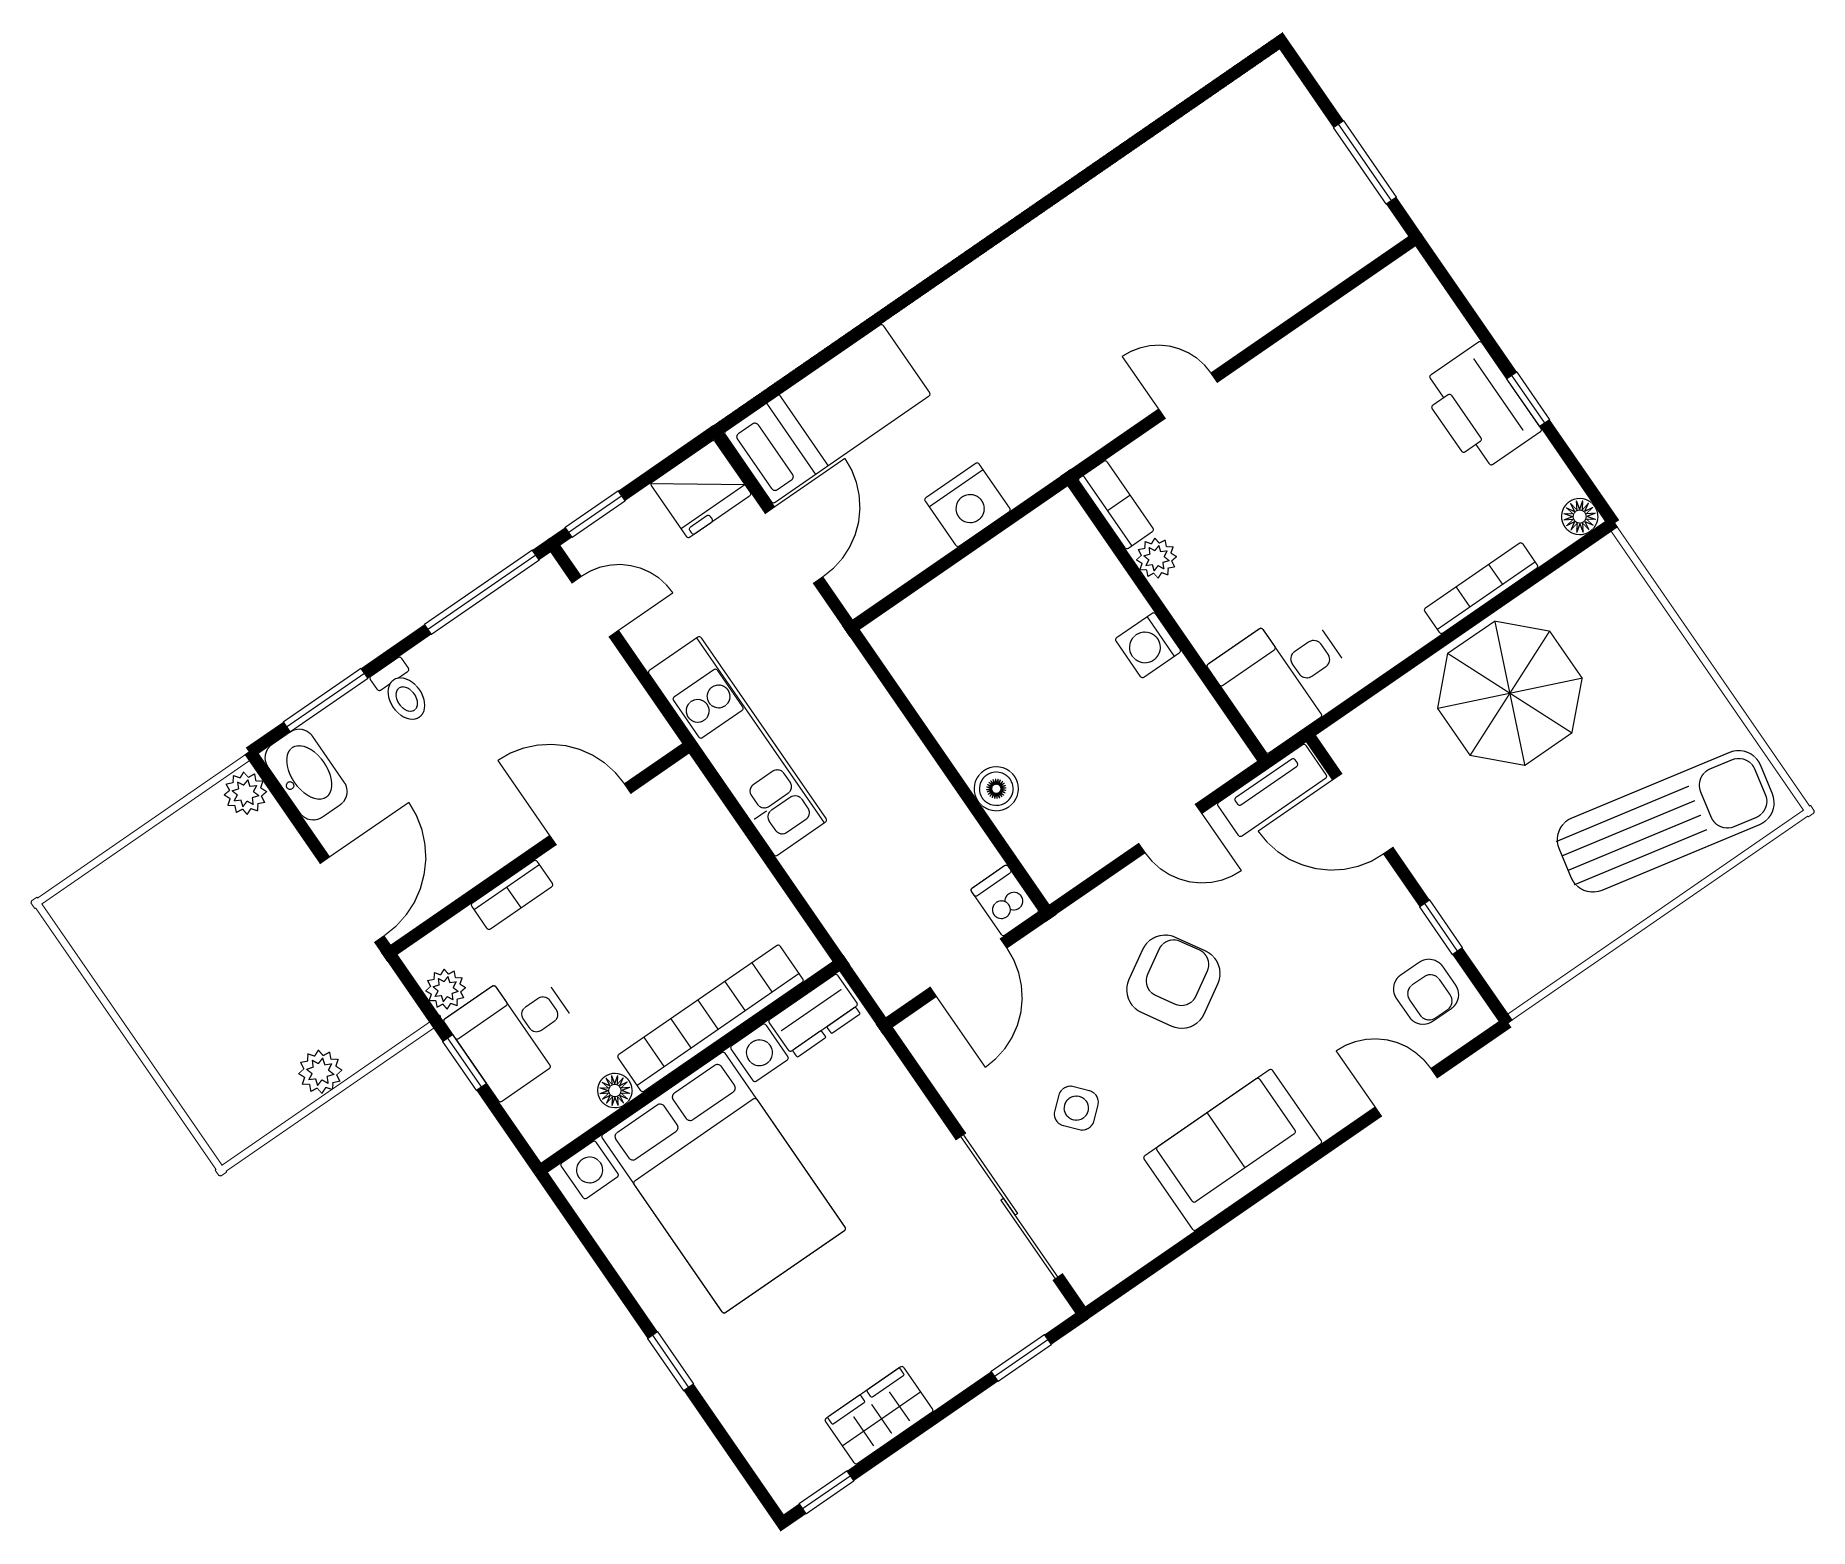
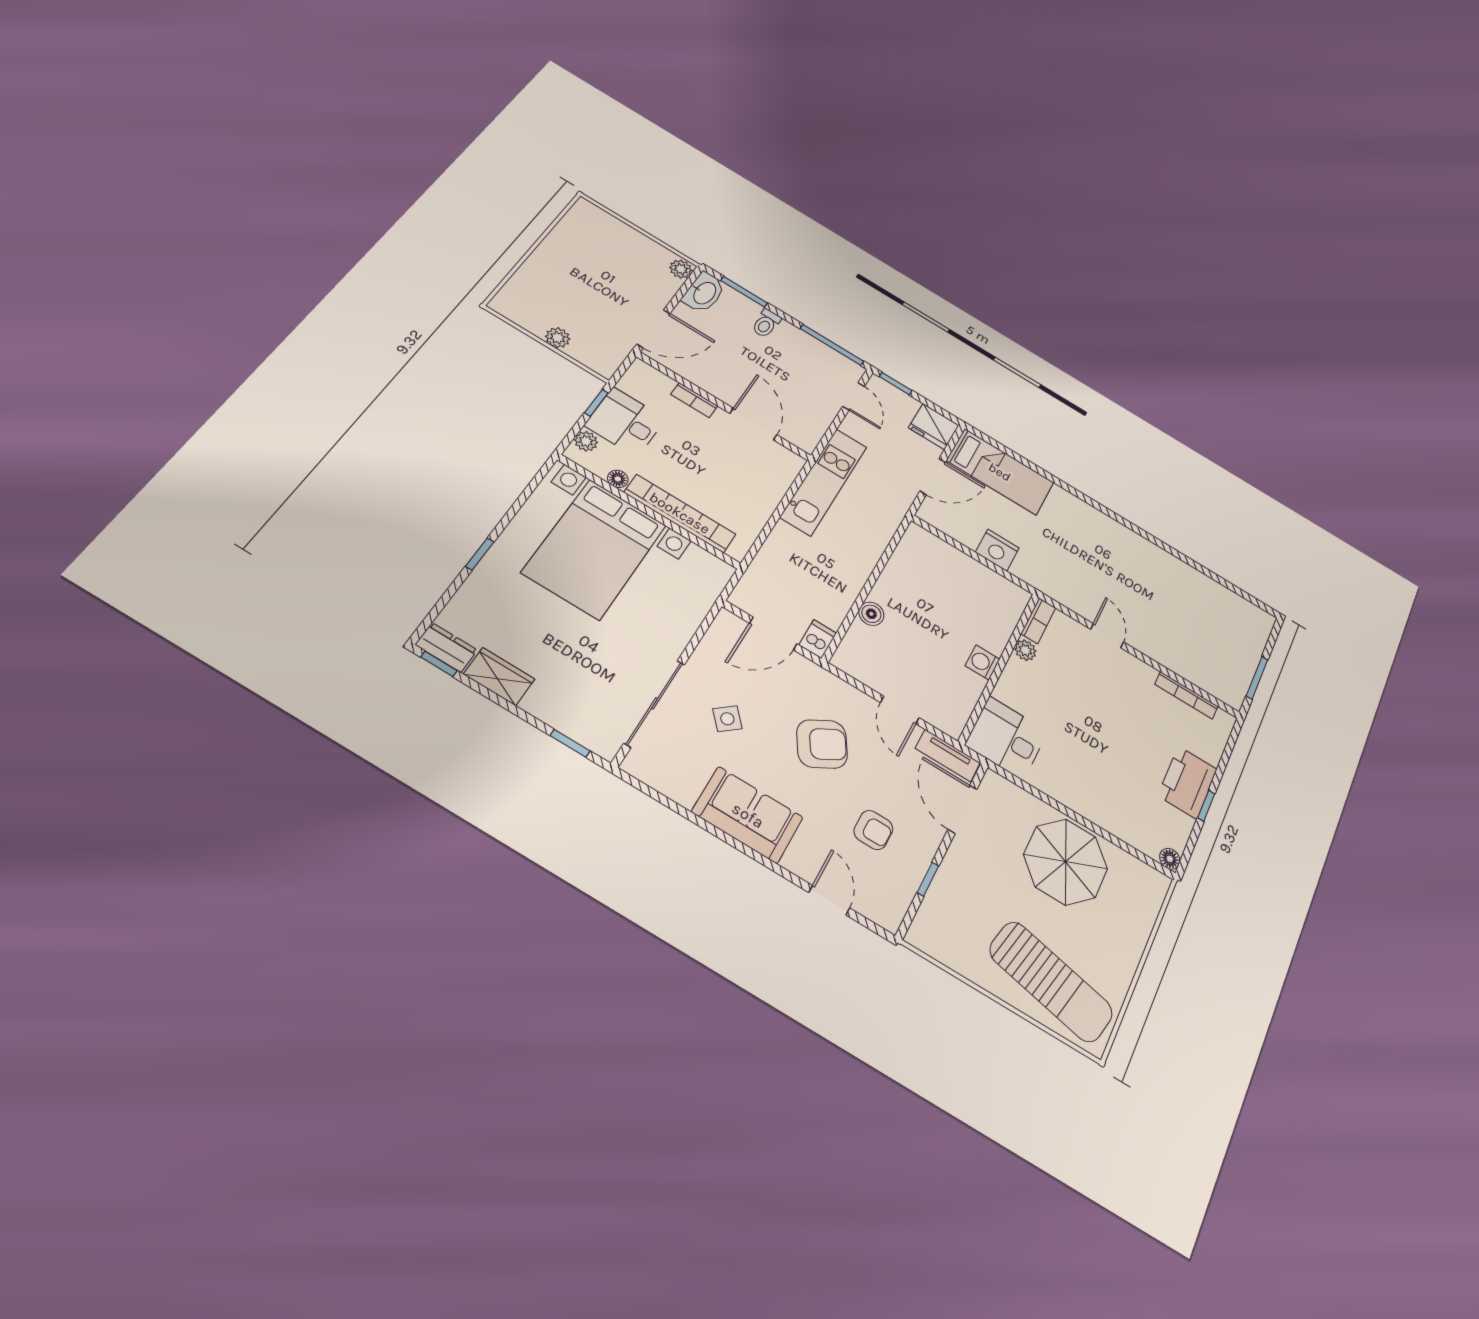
bookcase: (1481, 588) -> (1186, 695), moved, turned 180
plant: (446, 989) -> (586, 441), moved
armchair: (1426, 992) -> (873, 830), moved, turned -90
dresser: (815, 1016) -> (446, 647), moved, turned 180

